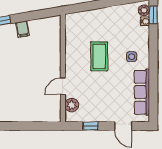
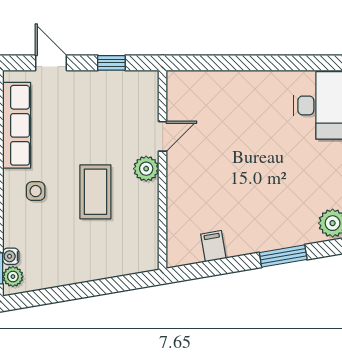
filing cabinet: (23, 29) -> (213, 246), moved
plant: (72, 105) -> (146, 169), moved

